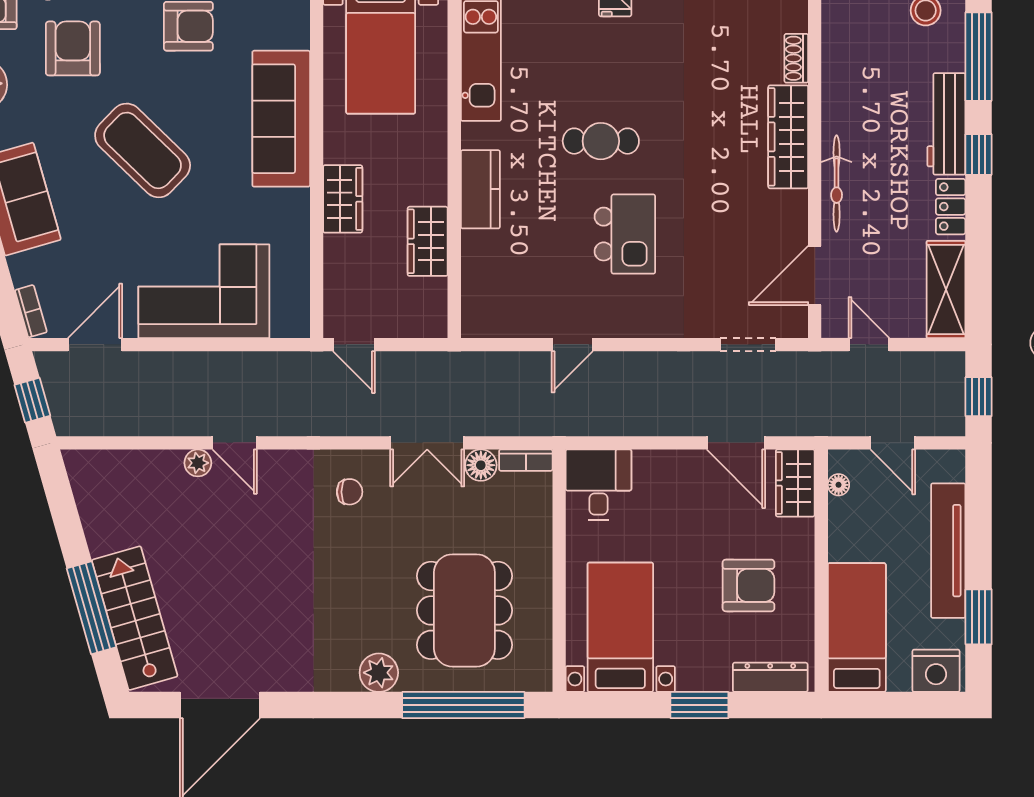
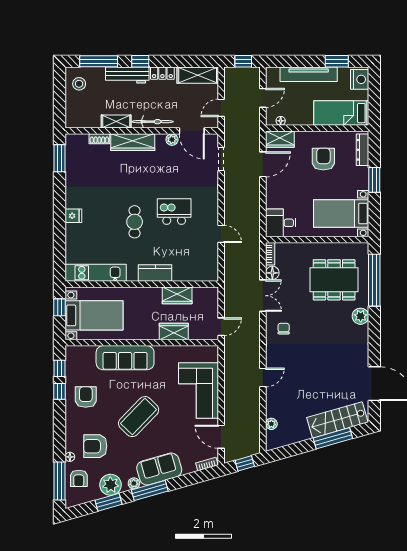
shelving: (837, 98) -> (116, 121), added
wardrobe: (343, 199) -> (174, 332), moved
plant: (794, 229) -> (172, 140), added
plant: (198, 463) -> (271, 424), moved

